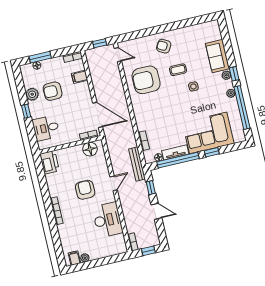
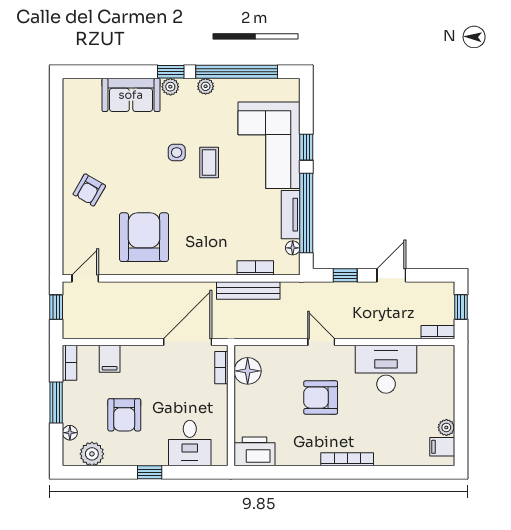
window: (40, 57) -> (56, 402), moved
coffee table: (178, 70) -> (209, 163), moved
armchair: (146, 80) -> (144, 237), turned 180
plant: (32, 94) -> (92, 454), moved
bench: (137, 164) -> (248, 290), moved

